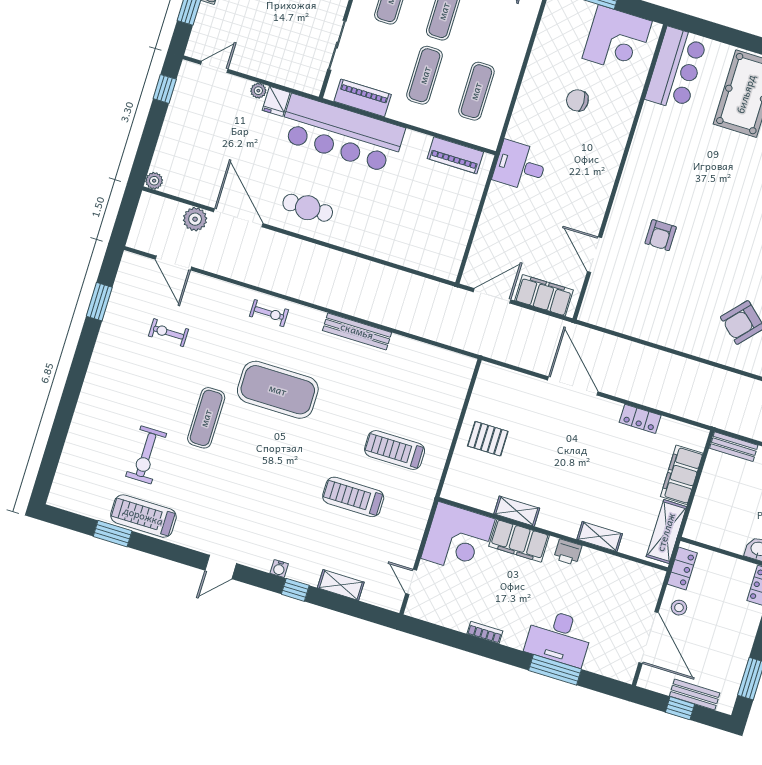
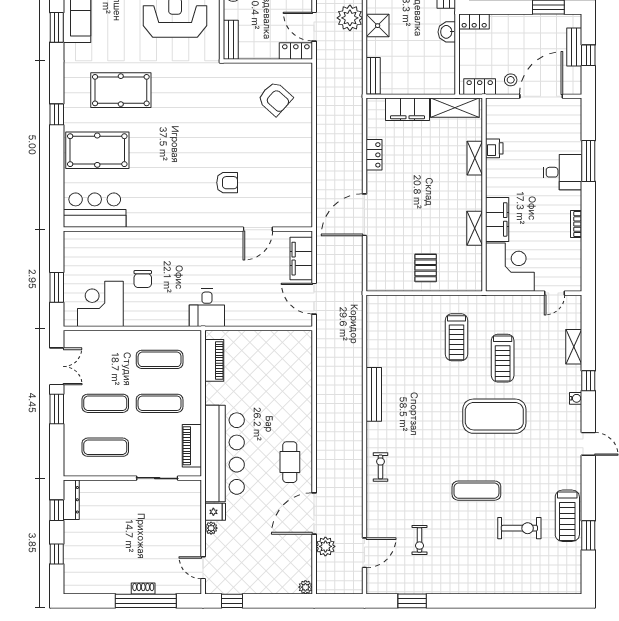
corner desk: (617, 40) -> (100, 304), moved, turned -90
exercise mat: (278, 390) -> (494, 416), moved, turned 90
printer: (568, 552) -> (494, 148), moved
desk: (559, 637) -> (562, 172), width x0.73

